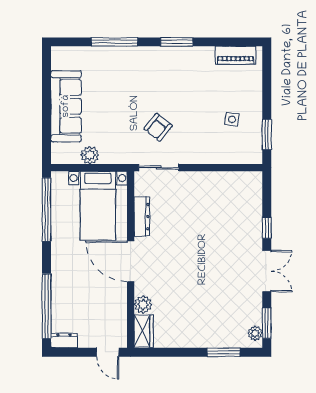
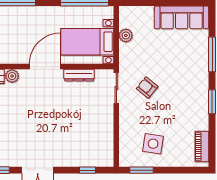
sofa: (66, 106) -> (182, 17), moved
side table: (232, 119) -> (153, 144), width x1.87, depth x1.87
window: (267, 228) -> (87, 170), moved

